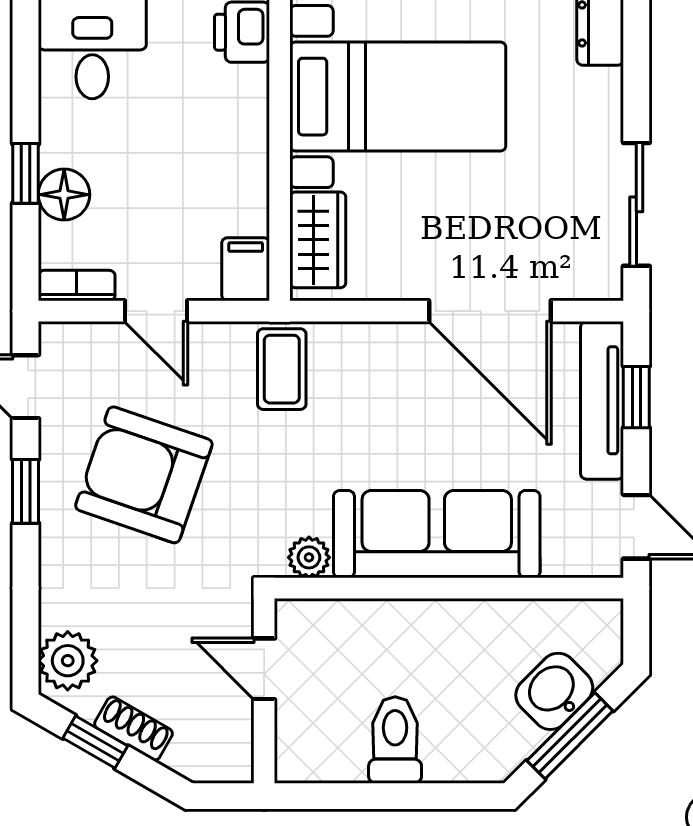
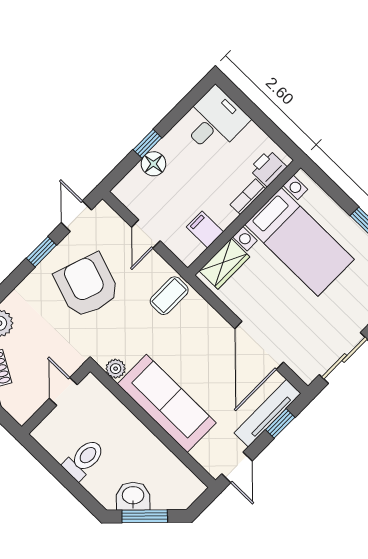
filing cabinet: (246, 269) -> (205, 229), moved, turned -90
bookcase: (77, 286) -> (248, 197), moved, turned -90
washbasin: (554, 691) -> (133, 496), moved

